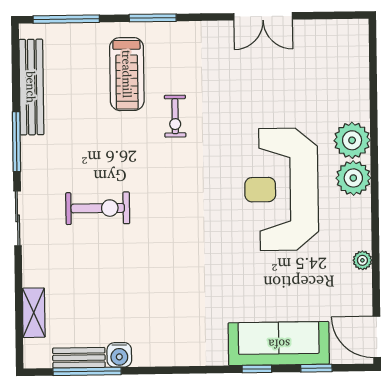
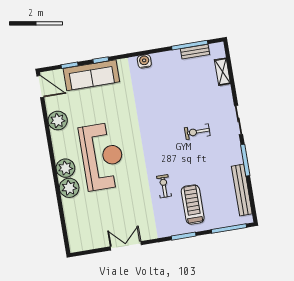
exercise bike: (98, 208) -> (197, 132), width x0.73, depth x0.72
plant: (362, 260) -> (58, 121), width x1.87, depth x1.87
water cooler: (119, 355) -> (144, 61), moved

